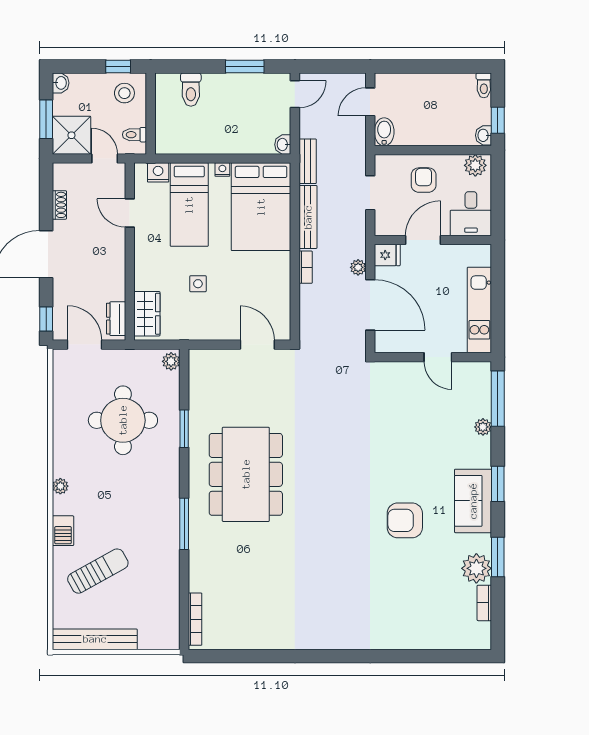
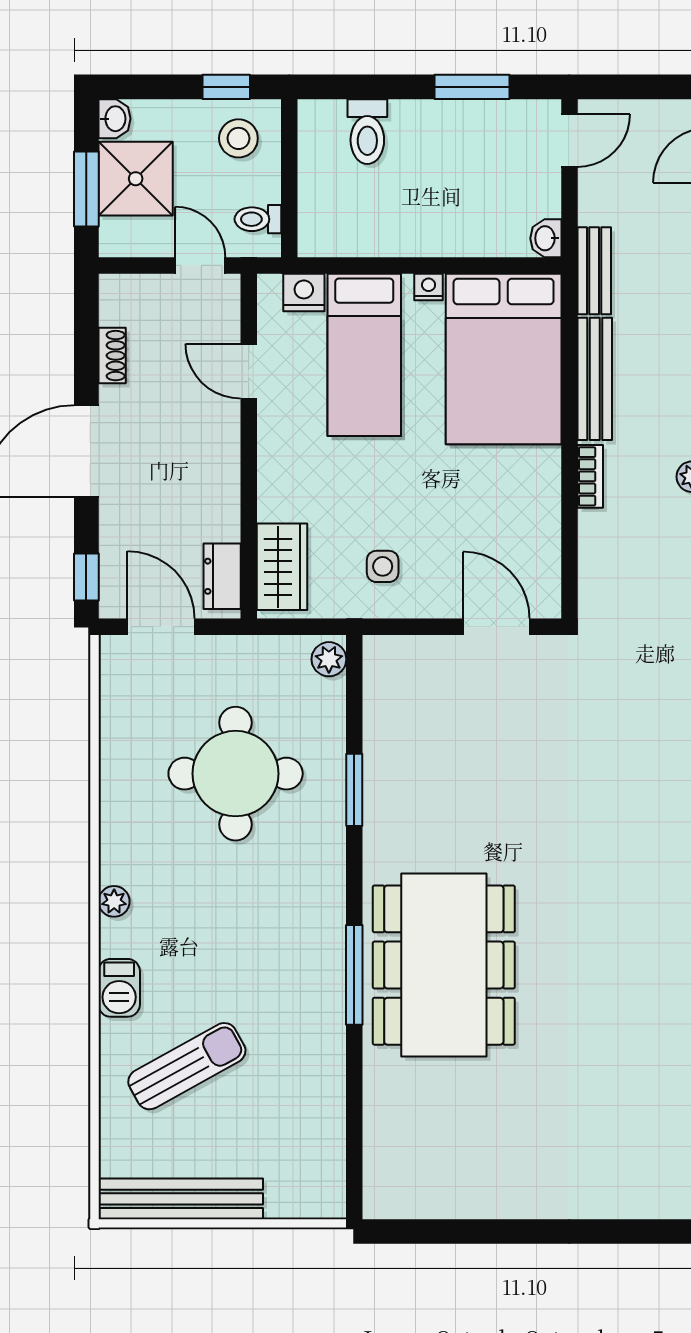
shower: (71, 135) -> (136, 179), moved
side table: (198, 284) -> (383, 566), moved
dining table: (246, 474) -> (444, 965), moved
bookcase: (195, 619) -> (375, 1160), removed

